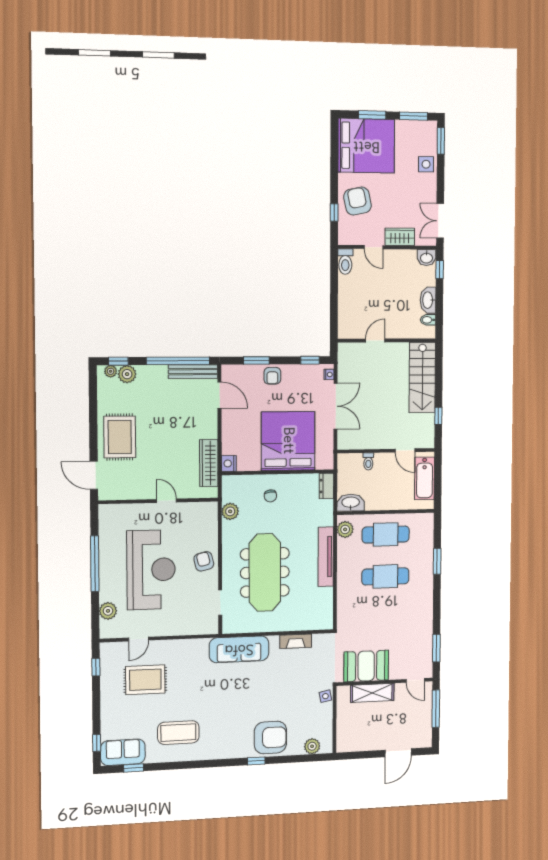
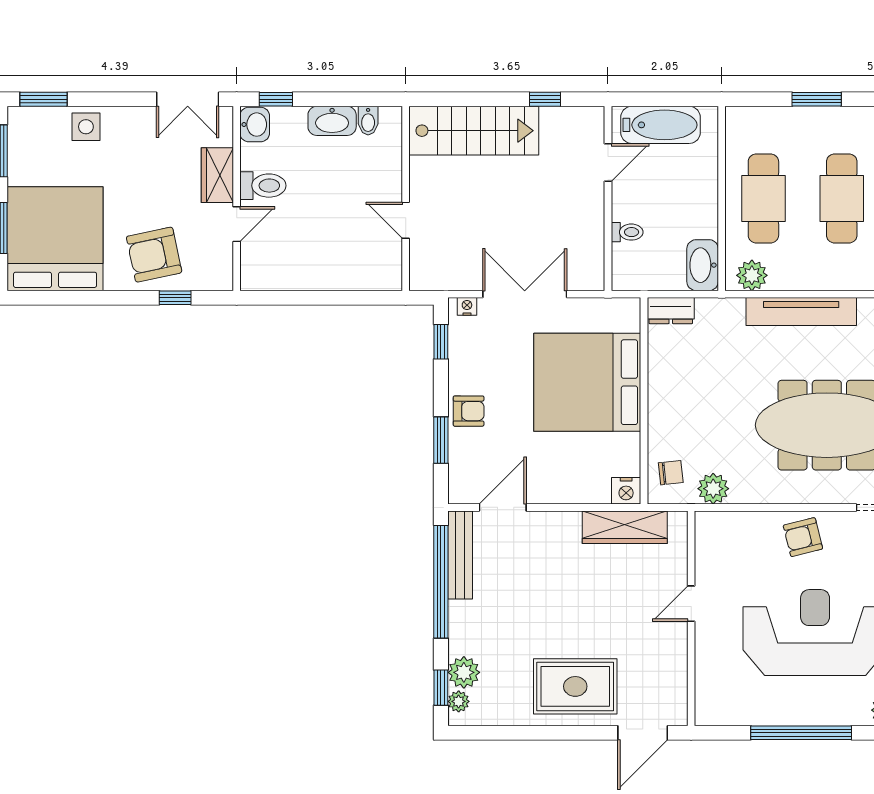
toilet: (345, 262) -> (263, 186), moved
chair: (270, 496) -> (671, 473), moved

